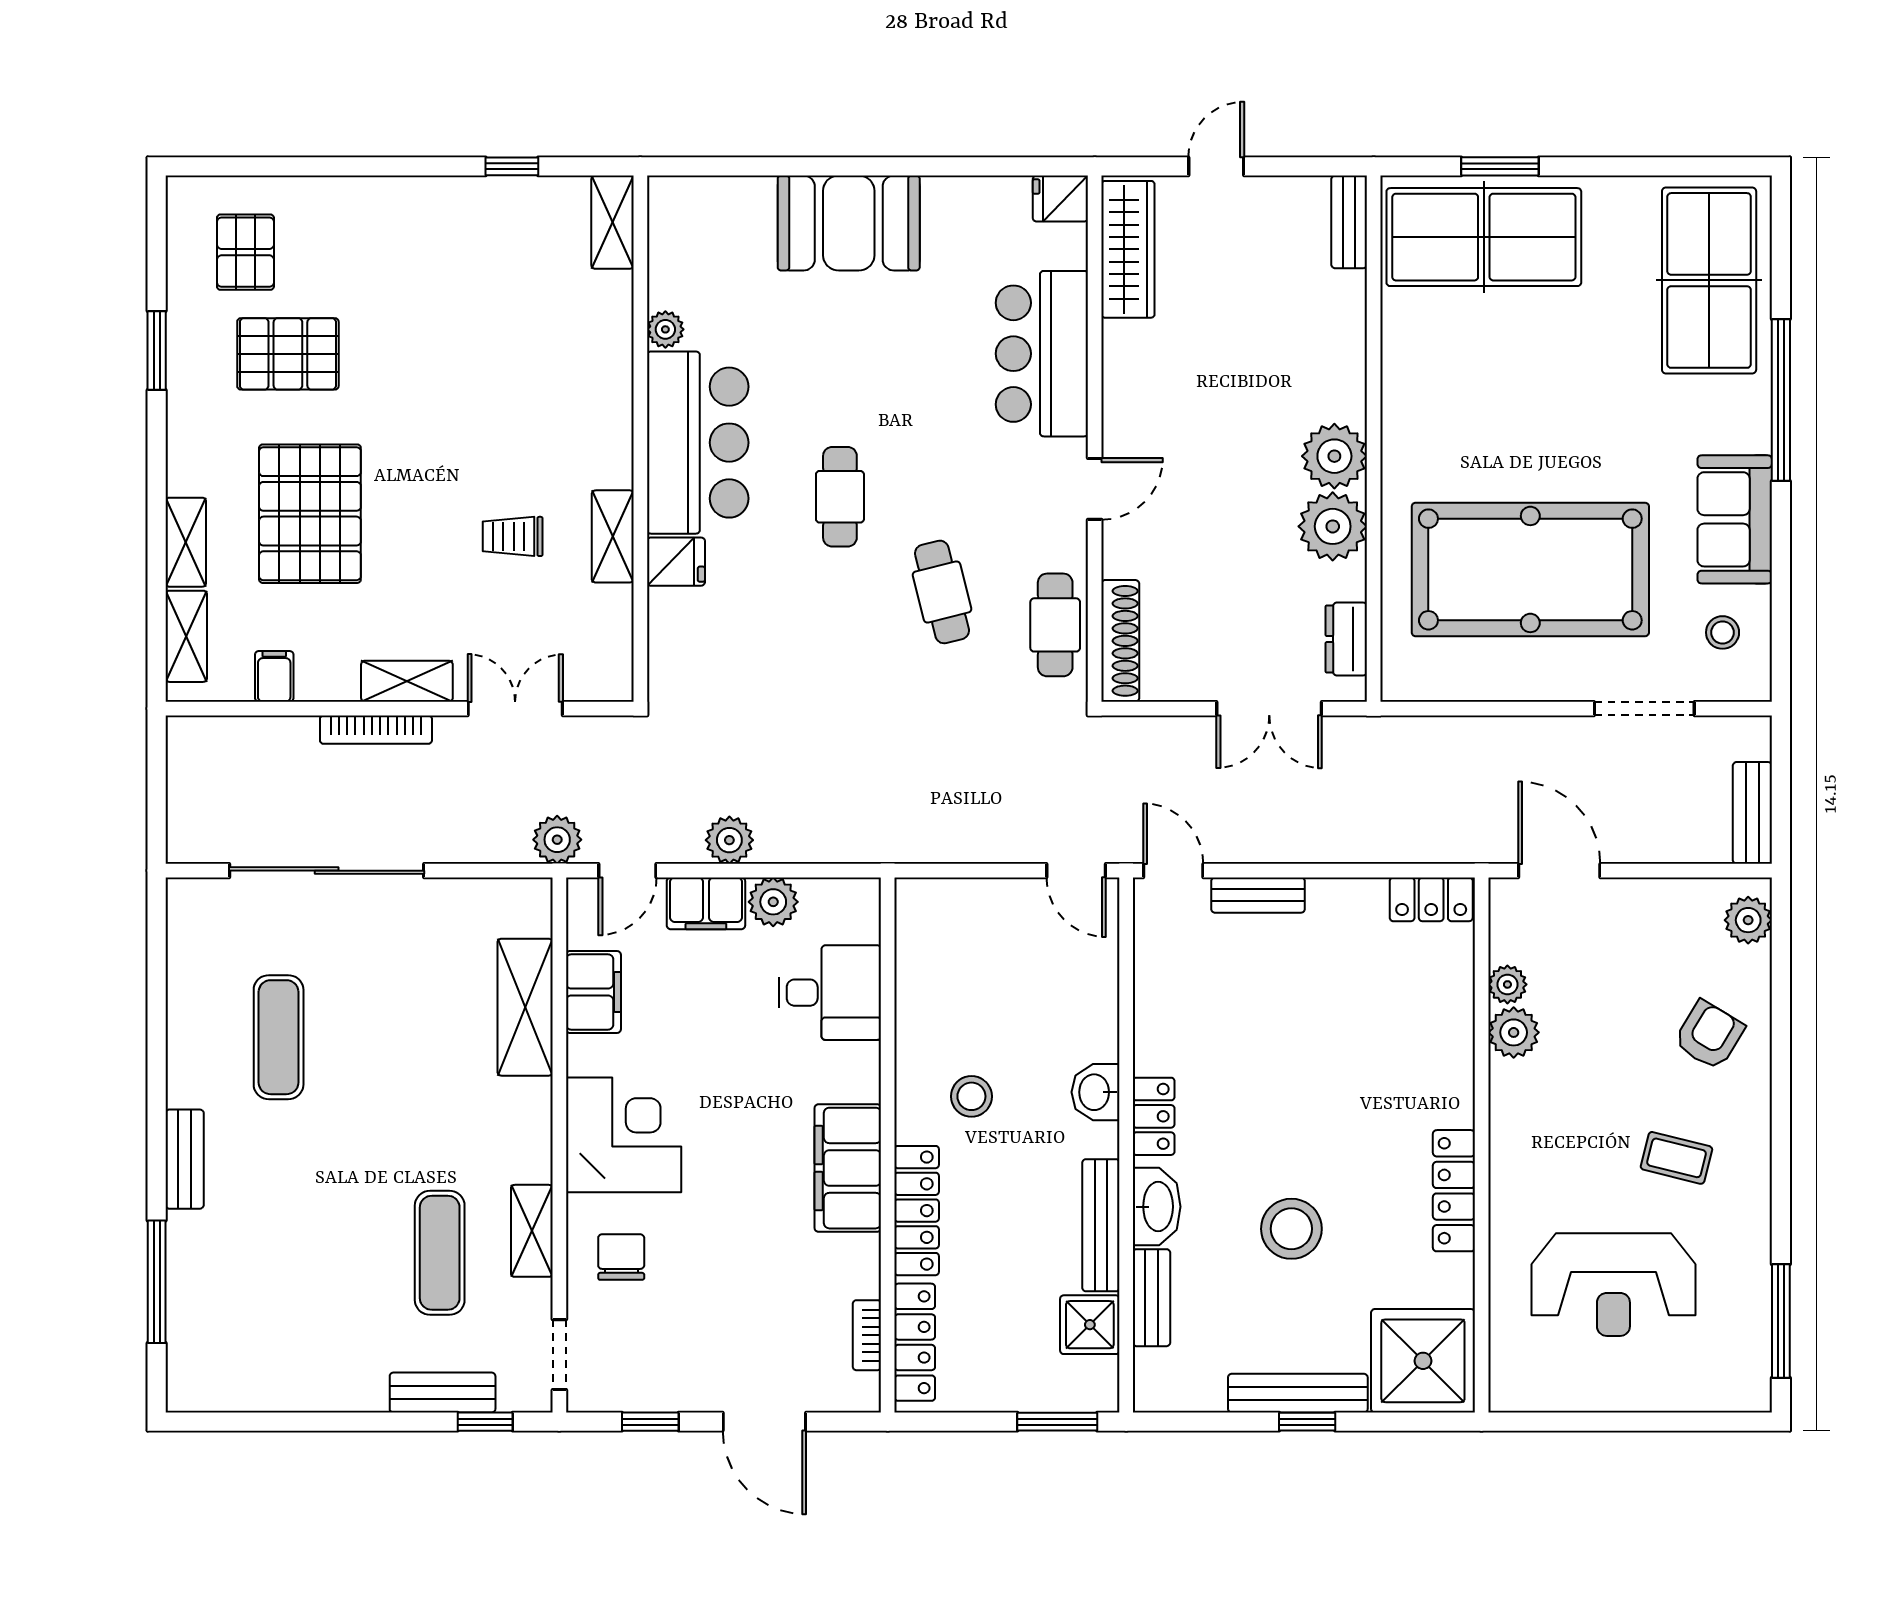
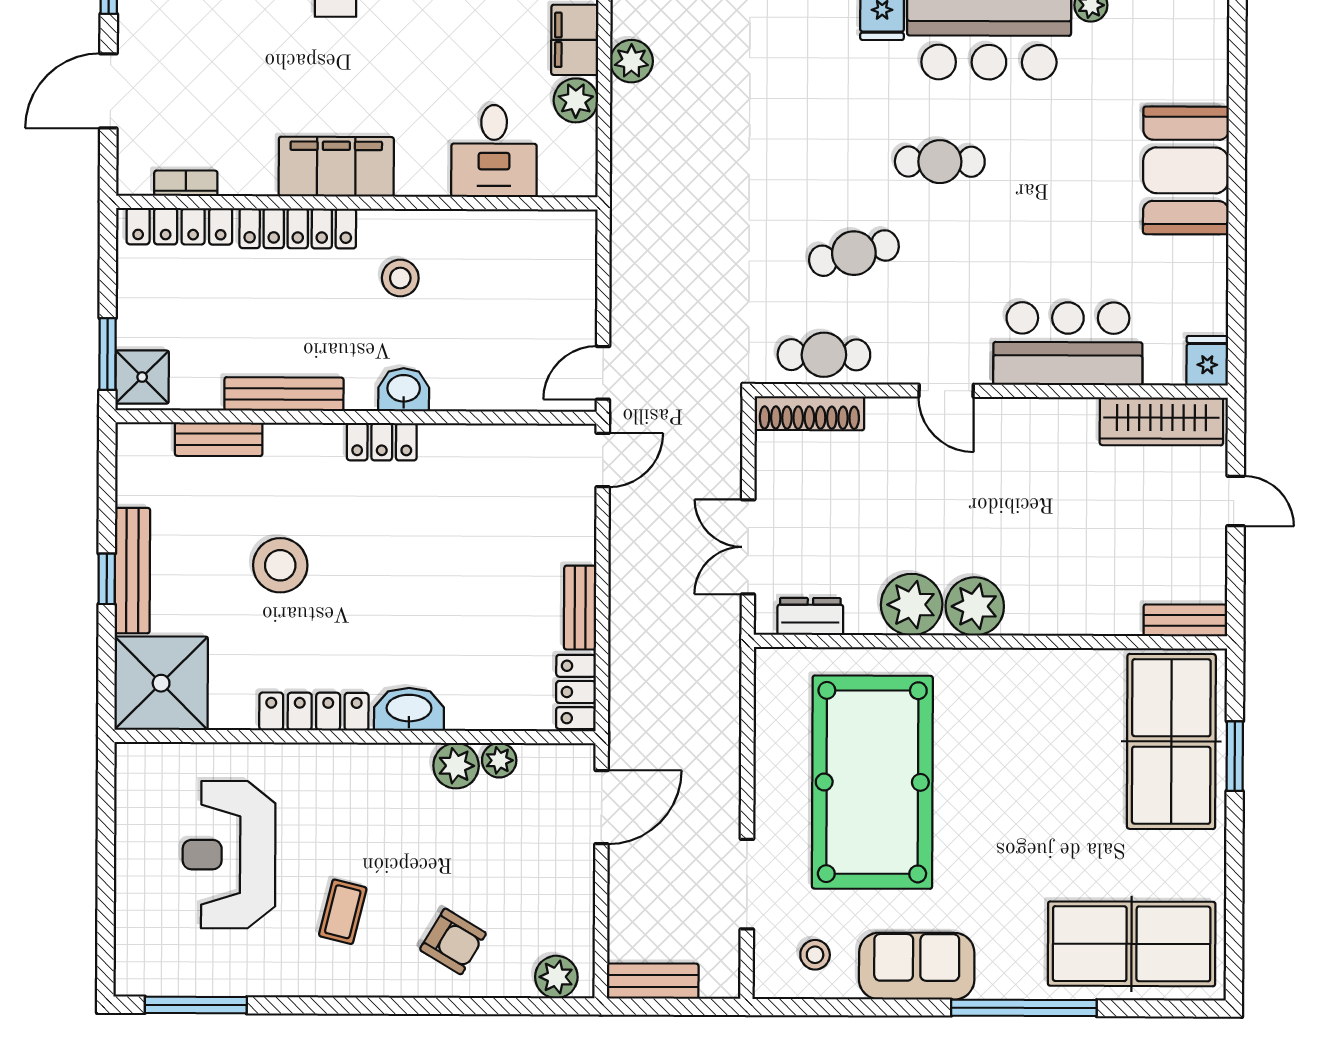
bench: (1258, 895) -> (580, 608), moved
washbasin: (1157, 1207) -> (409, 709), moved, turned 180
shower: (1090, 1325) -> (142, 377), moved

